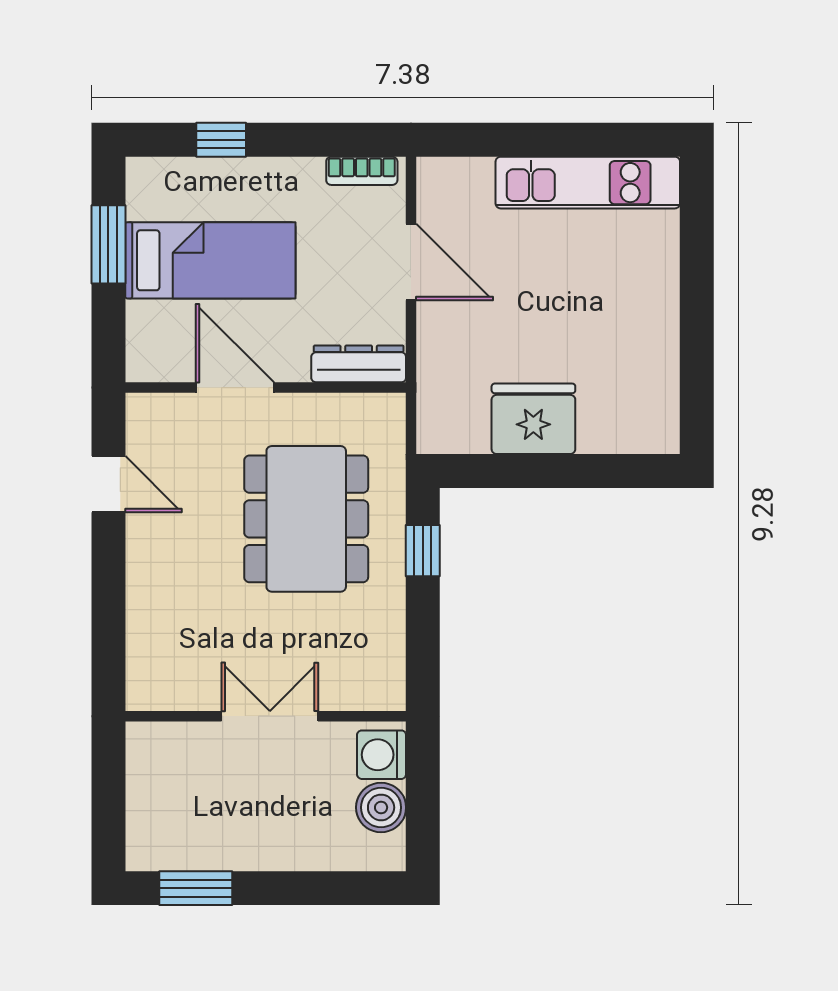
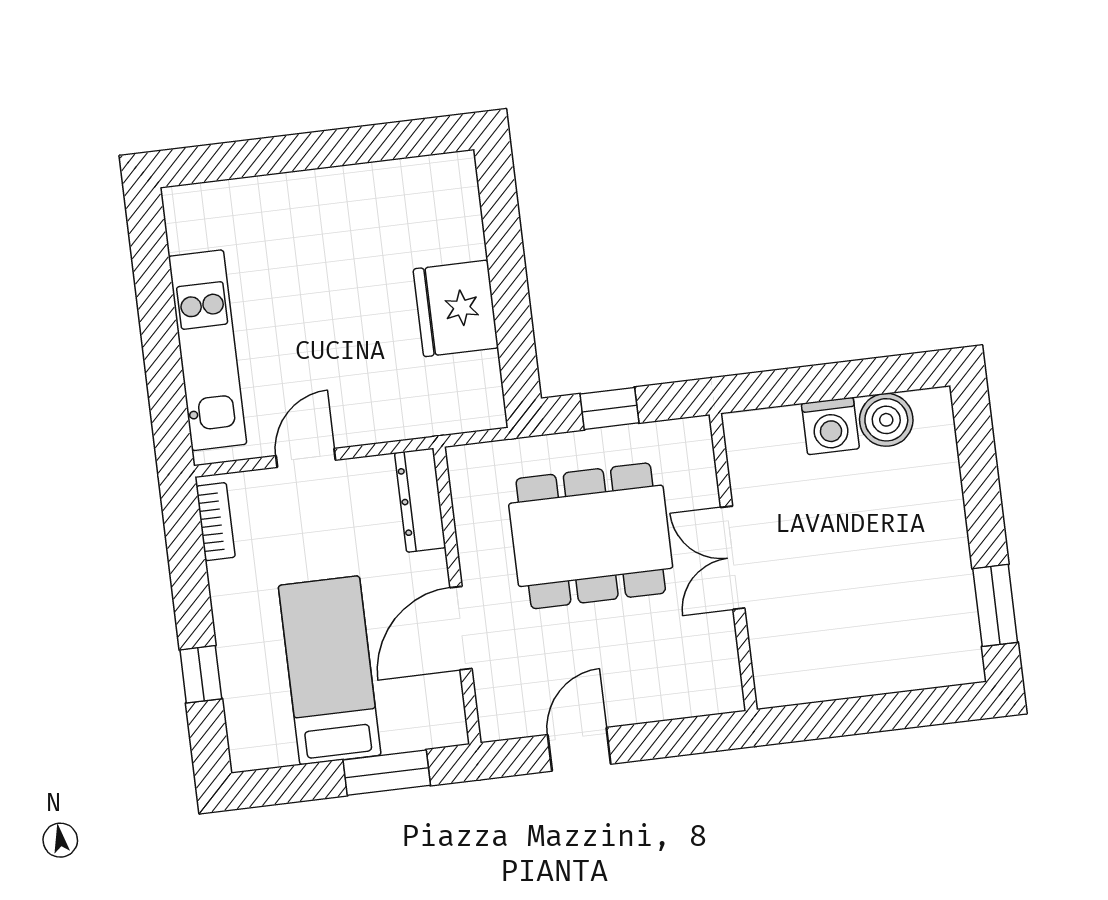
kitchen unit: (588, 183) -> (208, 350), moved
window: (108, 244) -> (387, 773), moved
door: (411, 262) -> (306, 458), width x0.73
wall: (266, 716) -> (733, 562), moved
double door: (270, 716) -> (733, 558), moved

